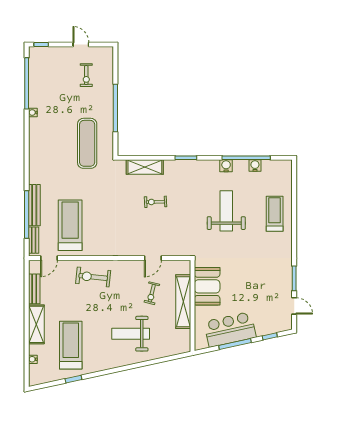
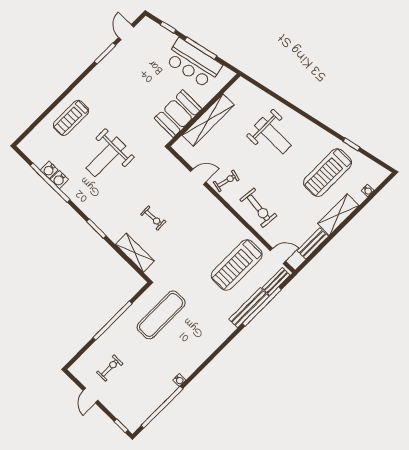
water cooler: (226, 166) -> (59, 180), moved
exercise bike: (152, 293) -> (226, 181), moved

